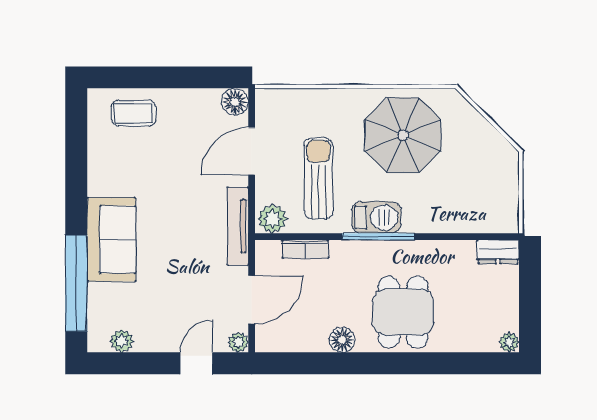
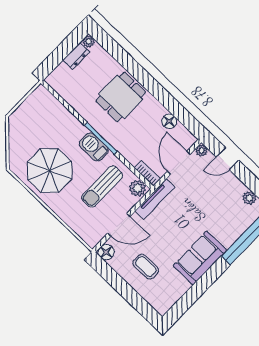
coffee table: (133, 113) -> (146, 267), moved
sofa: (111, 239) -> (200, 258), moved
bookcase: (305, 249) -> (147, 173), moved
dresser: (498, 252) -> (76, 56), moved, turned 90
door: (252, 300) -> (179, 163), hinge flipped
floor lamp: (342, 340) -> (169, 121), moved

